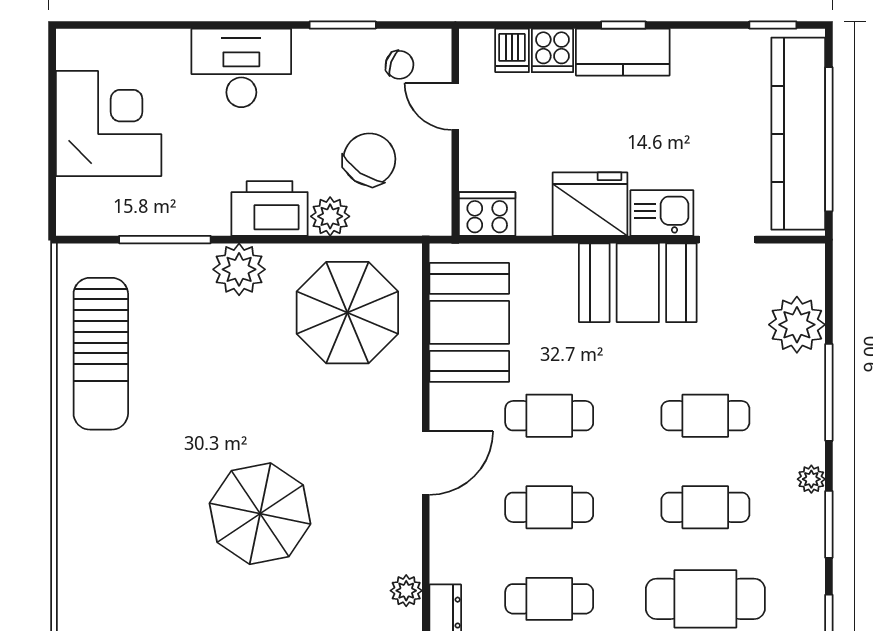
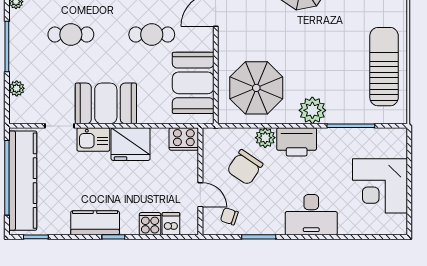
kitchen counter: (623, 52) -> (95, 223), moved
plant: (797, 325) -> (17, 88), width x0.53, depth x0.53

